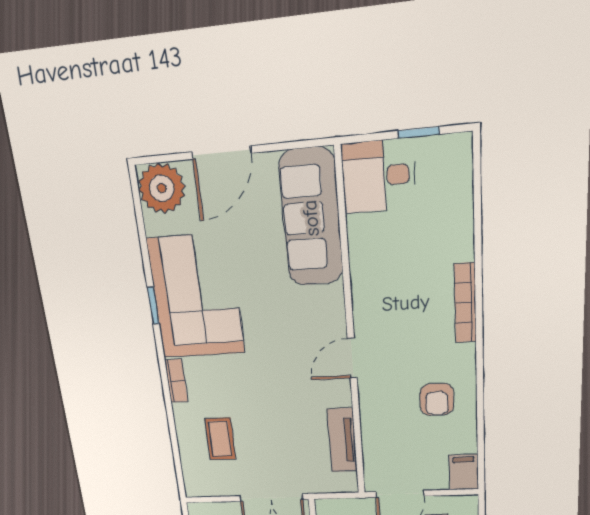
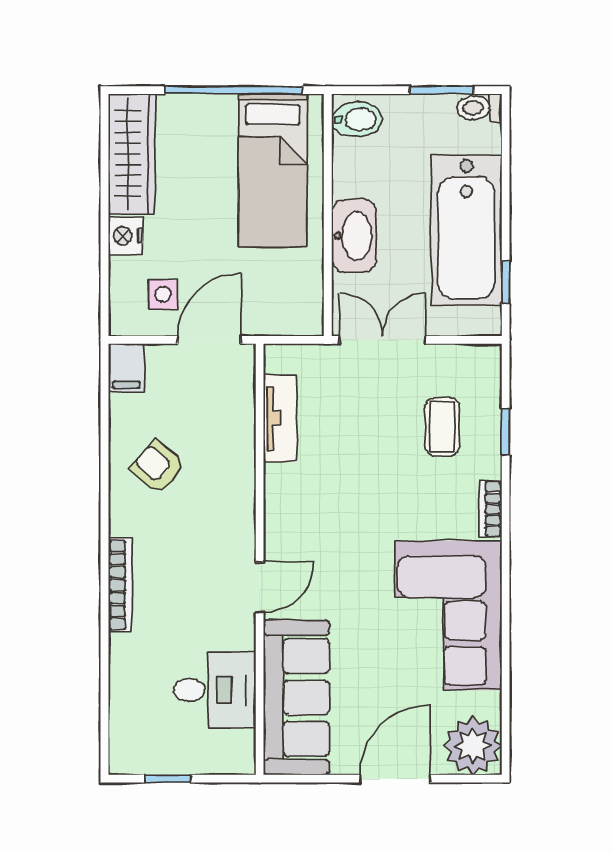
desk: (379, 176) -> (215, 690), moved
window: (153, 306) -> (506, 432), moved
door: (352, 358) -> (260, 587), moved
armchair: (437, 399) -> (157, 467), turned -49

